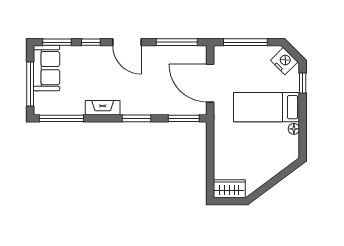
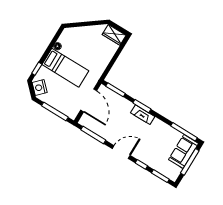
door: (127, 42) -> (121, 152), hinge flipped
sofa: (46, 68) -> (183, 151), moved
fireplace: (103, 108) -> (143, 115), moved

